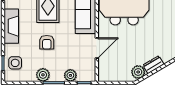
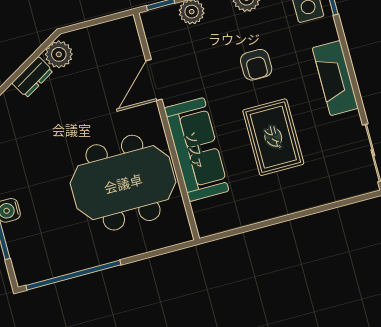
armchair: (47, 42) -> (256, 65), turned 180

